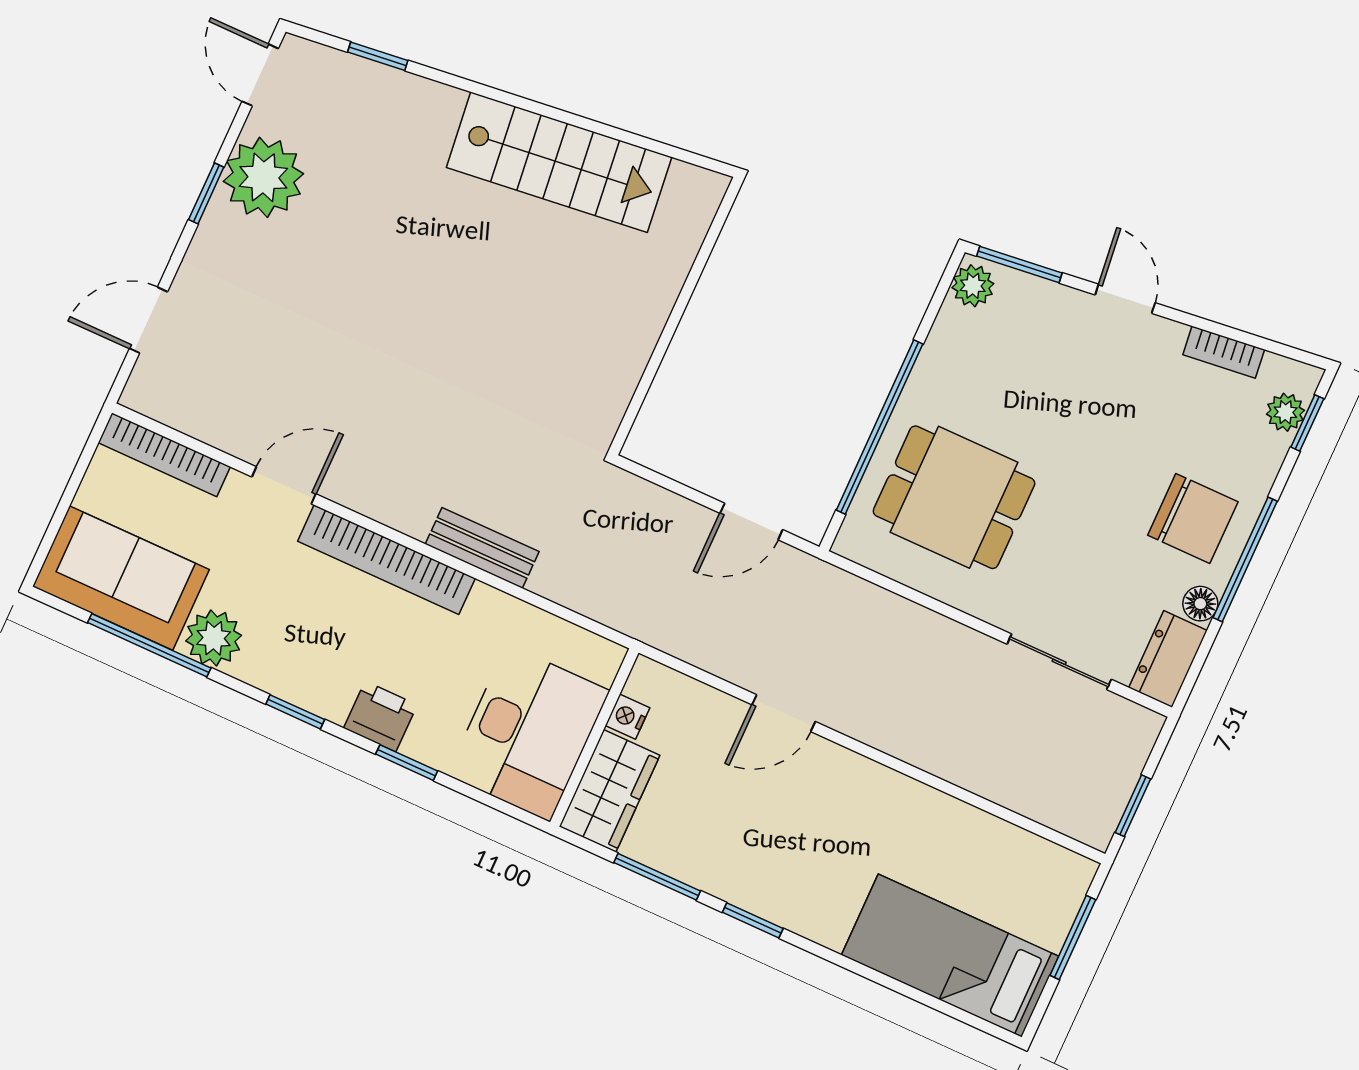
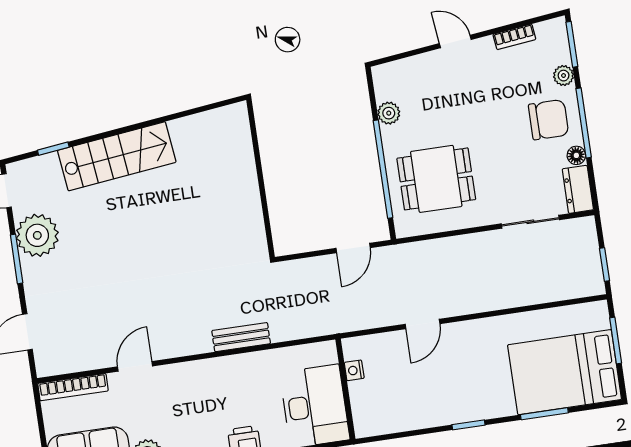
stairs: (559, 162) -> (117, 156), moved
window: (206, 193) -> (17, 259), width x1.50
window: (1019, 264) -> (398, 57), removed
plant: (973, 286) -> (389, 113), moved
plant: (1285, 412) -> (564, 76), moved
window: (1307, 423) -> (572, 44), width x1.50
bookcase: (386, 560) -> (202, 370), removed
wardrobe: (610, 791) -> (368, 408), removed
window: (657, 877) -> (544, 414), moved
bed: (950, 956) -> (565, 372), width x1.50

